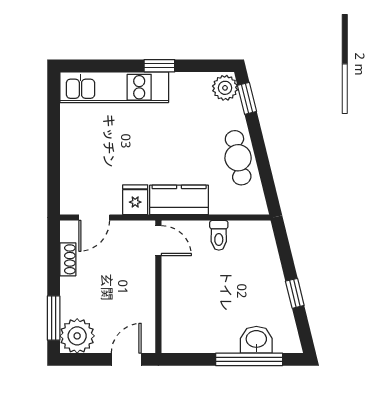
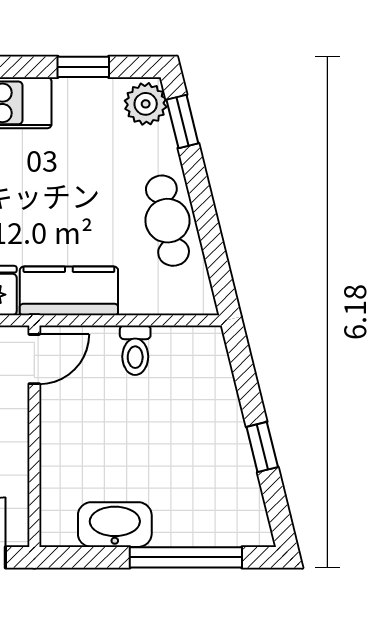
window: (159, 66) -> (83, 67), moved
door: (158, 241) -> (34, 359), hinge flipped
washbasin: (256, 340) -> (115, 525), moved, width x1.38

